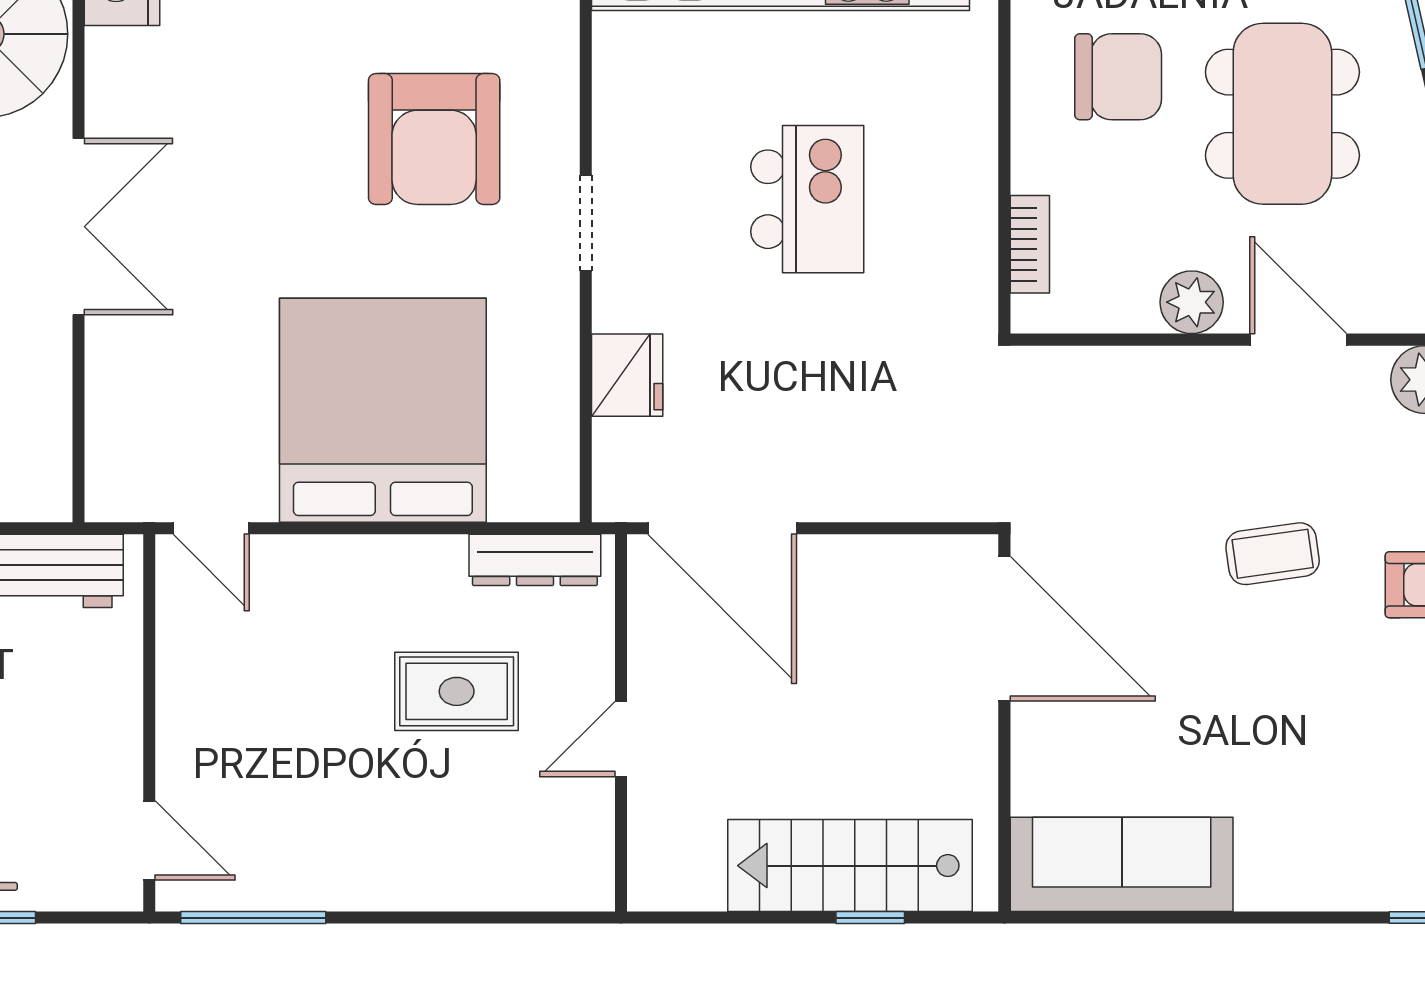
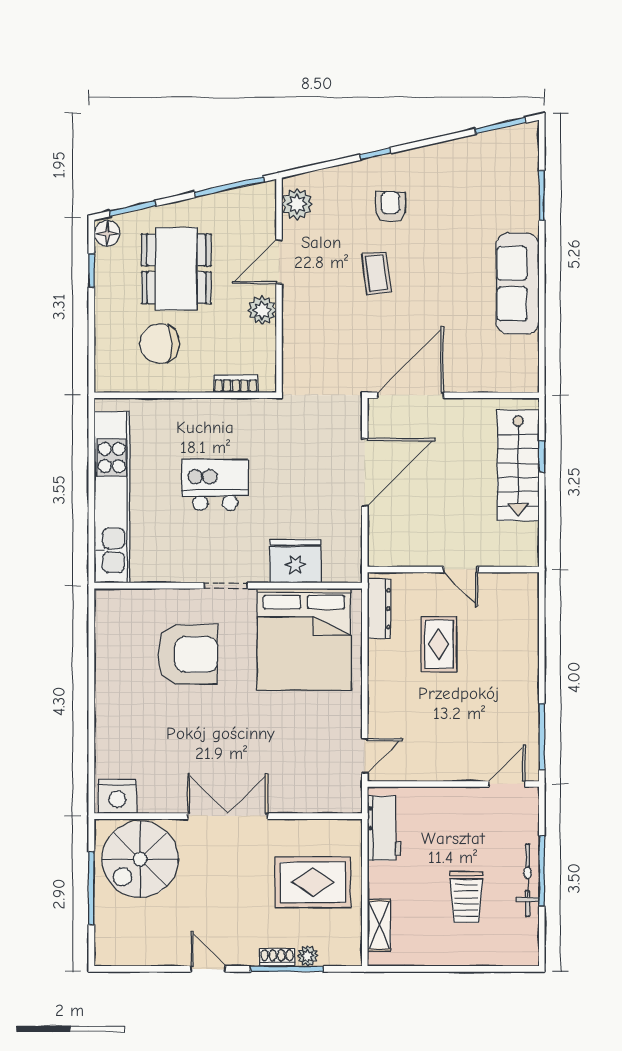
chair: (1118, 77) -> (160, 344), turned -90
dining table: (1282, 114) -> (176, 269), turned 90
fridge: (627, 375) -> (295, 561), width x1.36, depth x1.34
bed: (383, 410) -> (304, 639), moved, turned -90
door: (722, 528) -> (365, 472), moved
sofa: (1122, 864) -> (518, 284), moved

